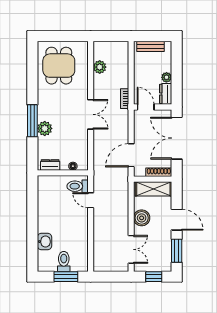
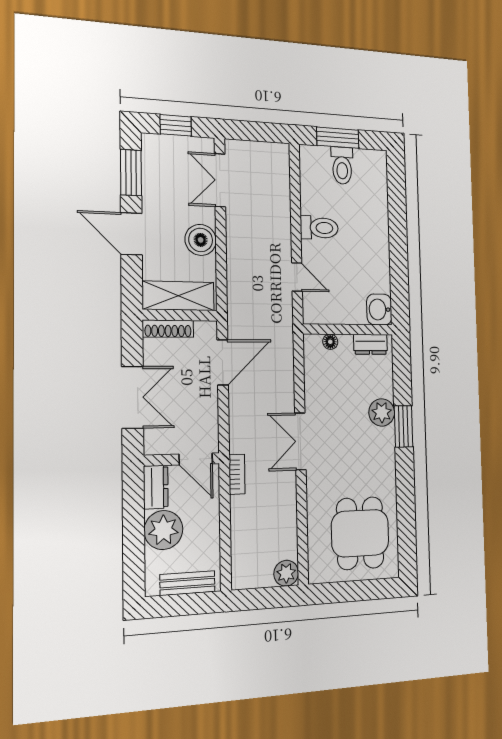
plant: (100, 67) -> (286, 573), moved
plant: (166, 77) -> (163, 530), width x1.88, depth x1.88
window: (32, 121) -> (403, 426), width x0.69
double door: (177, 138) -> (133, 397), width x0.73
toilet: (78, 186) -> (319, 228), moved
washbasin: (44, 242) -> (379, 309), moved

